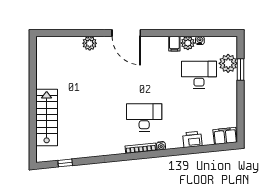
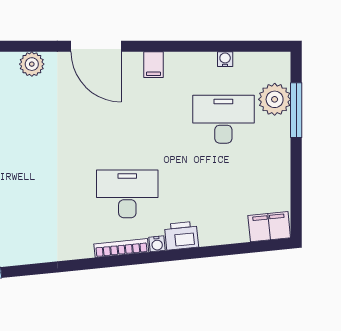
plant: (188, 43) -> (204, 64), removed
filing cabinet: (174, 44) -> (154, 65), moved
window: (241, 70) -> (296, 110), width x1.44
printer: (192, 139) -> (181, 236), moved

